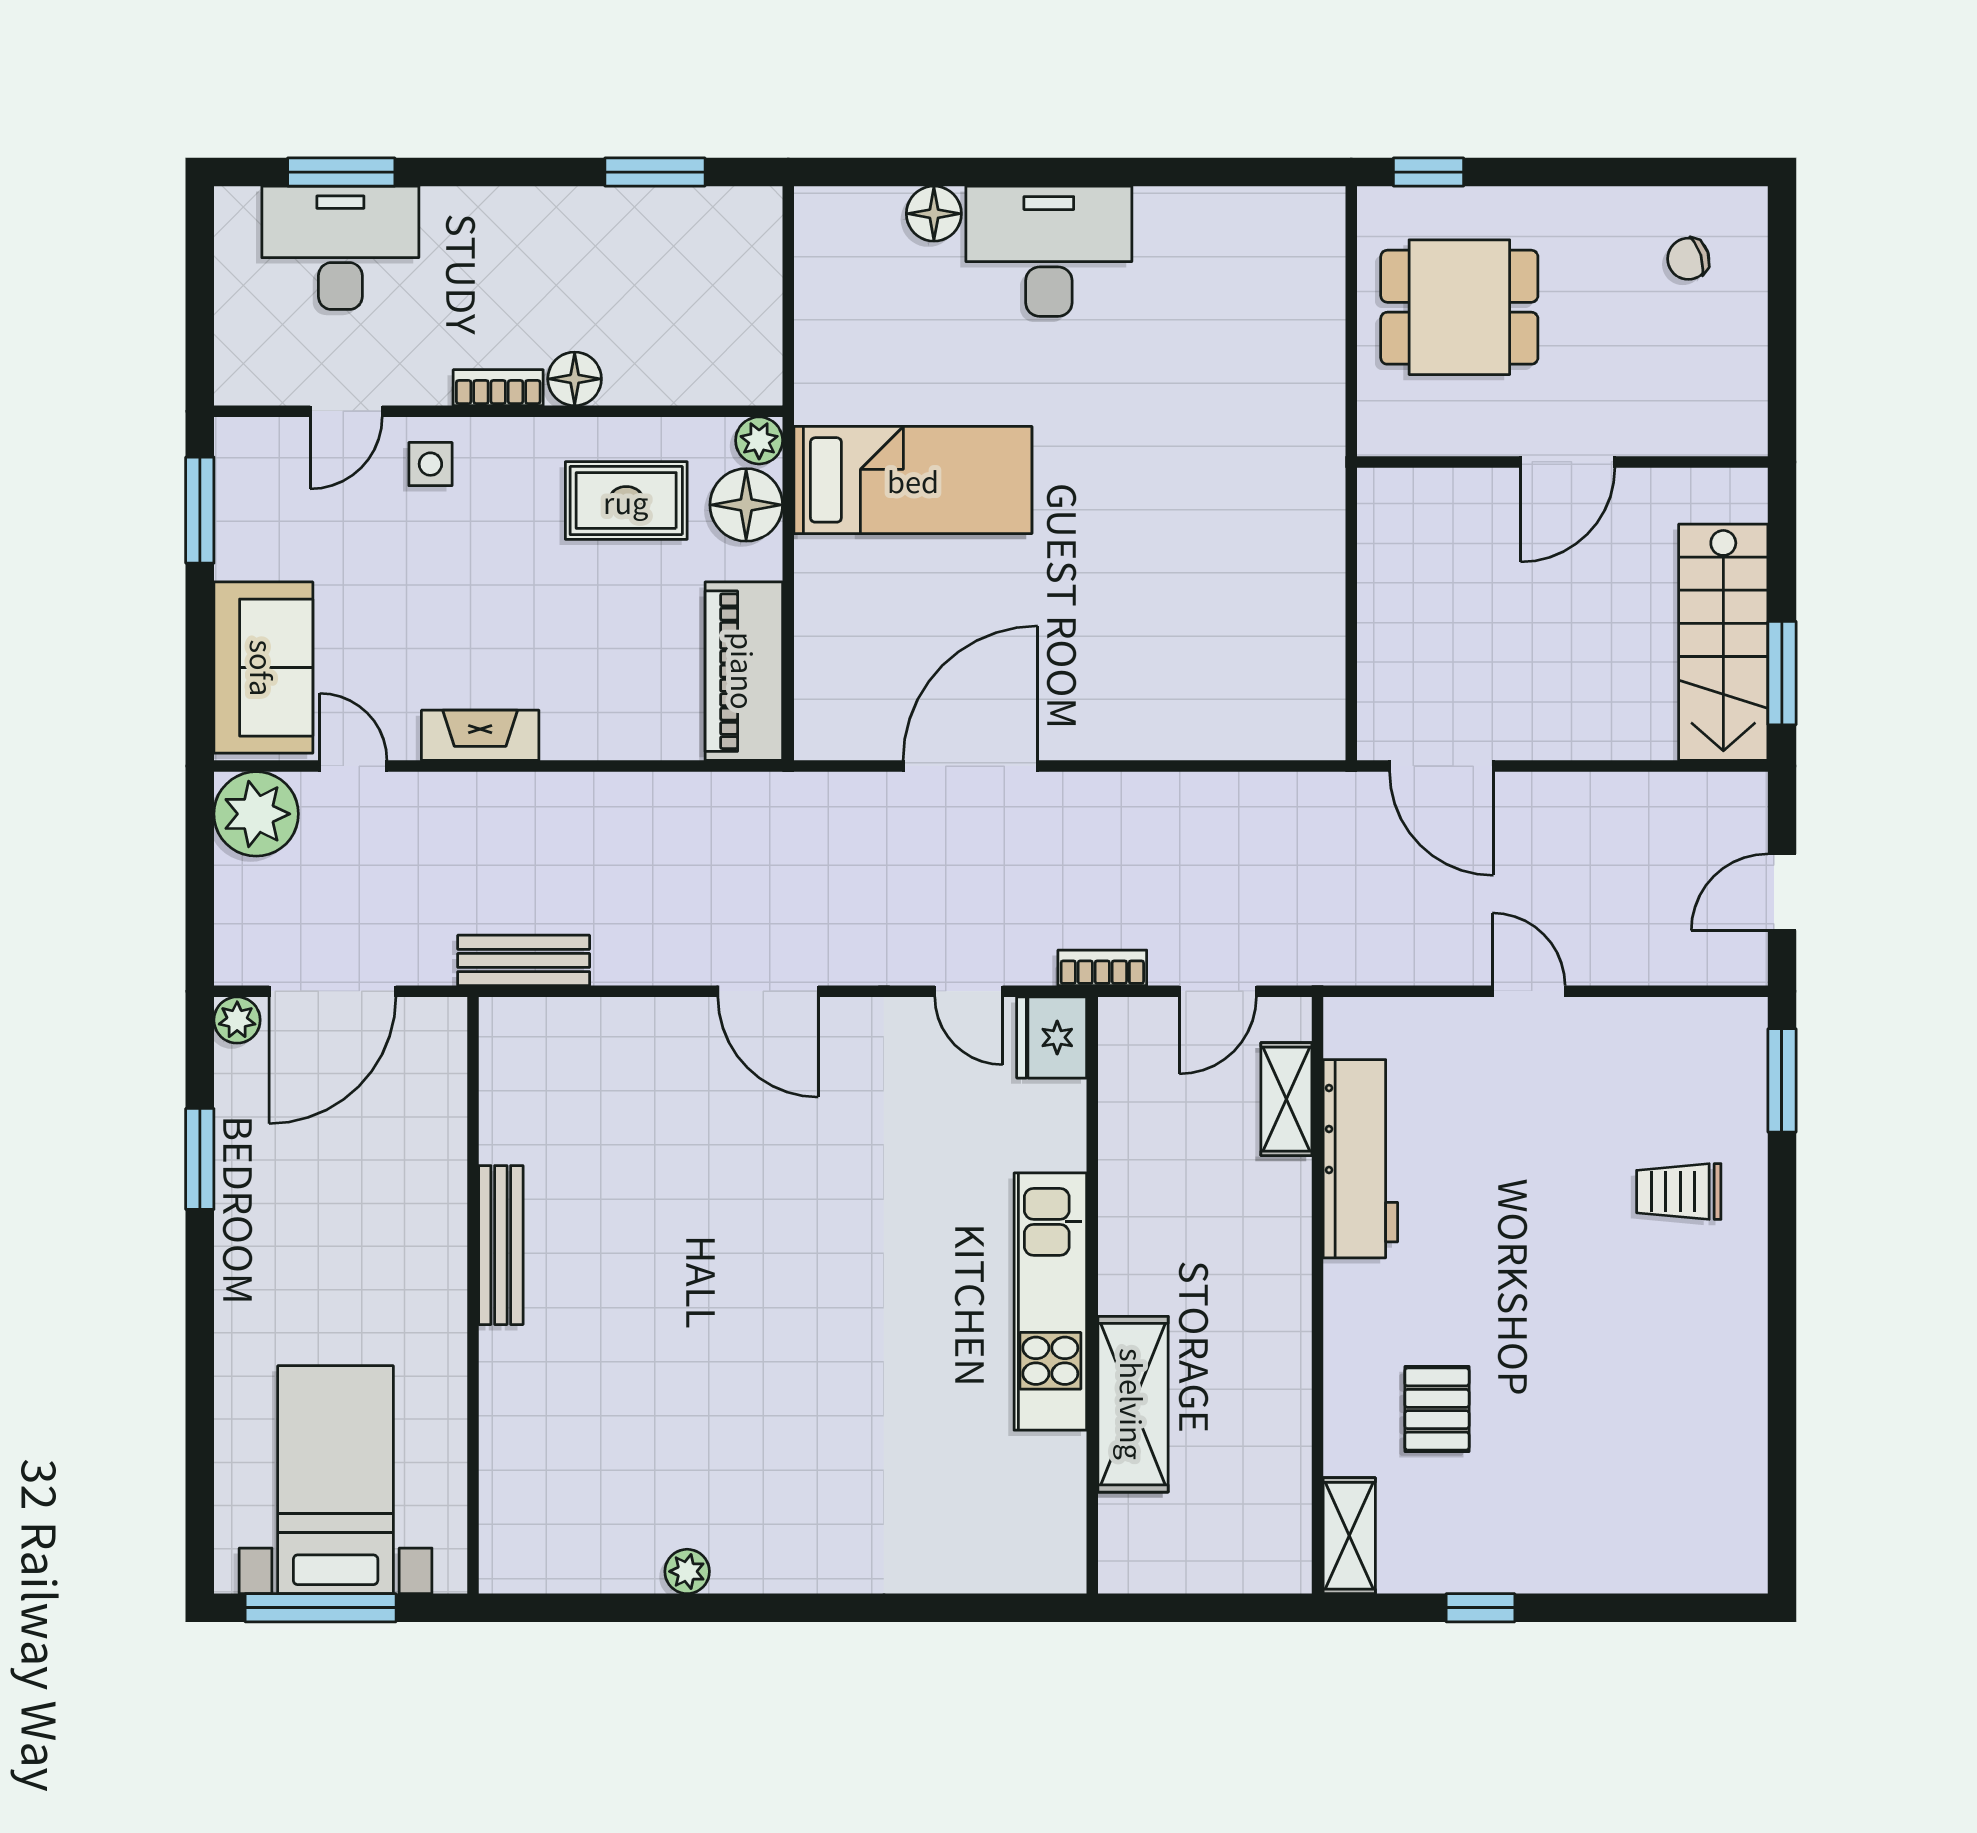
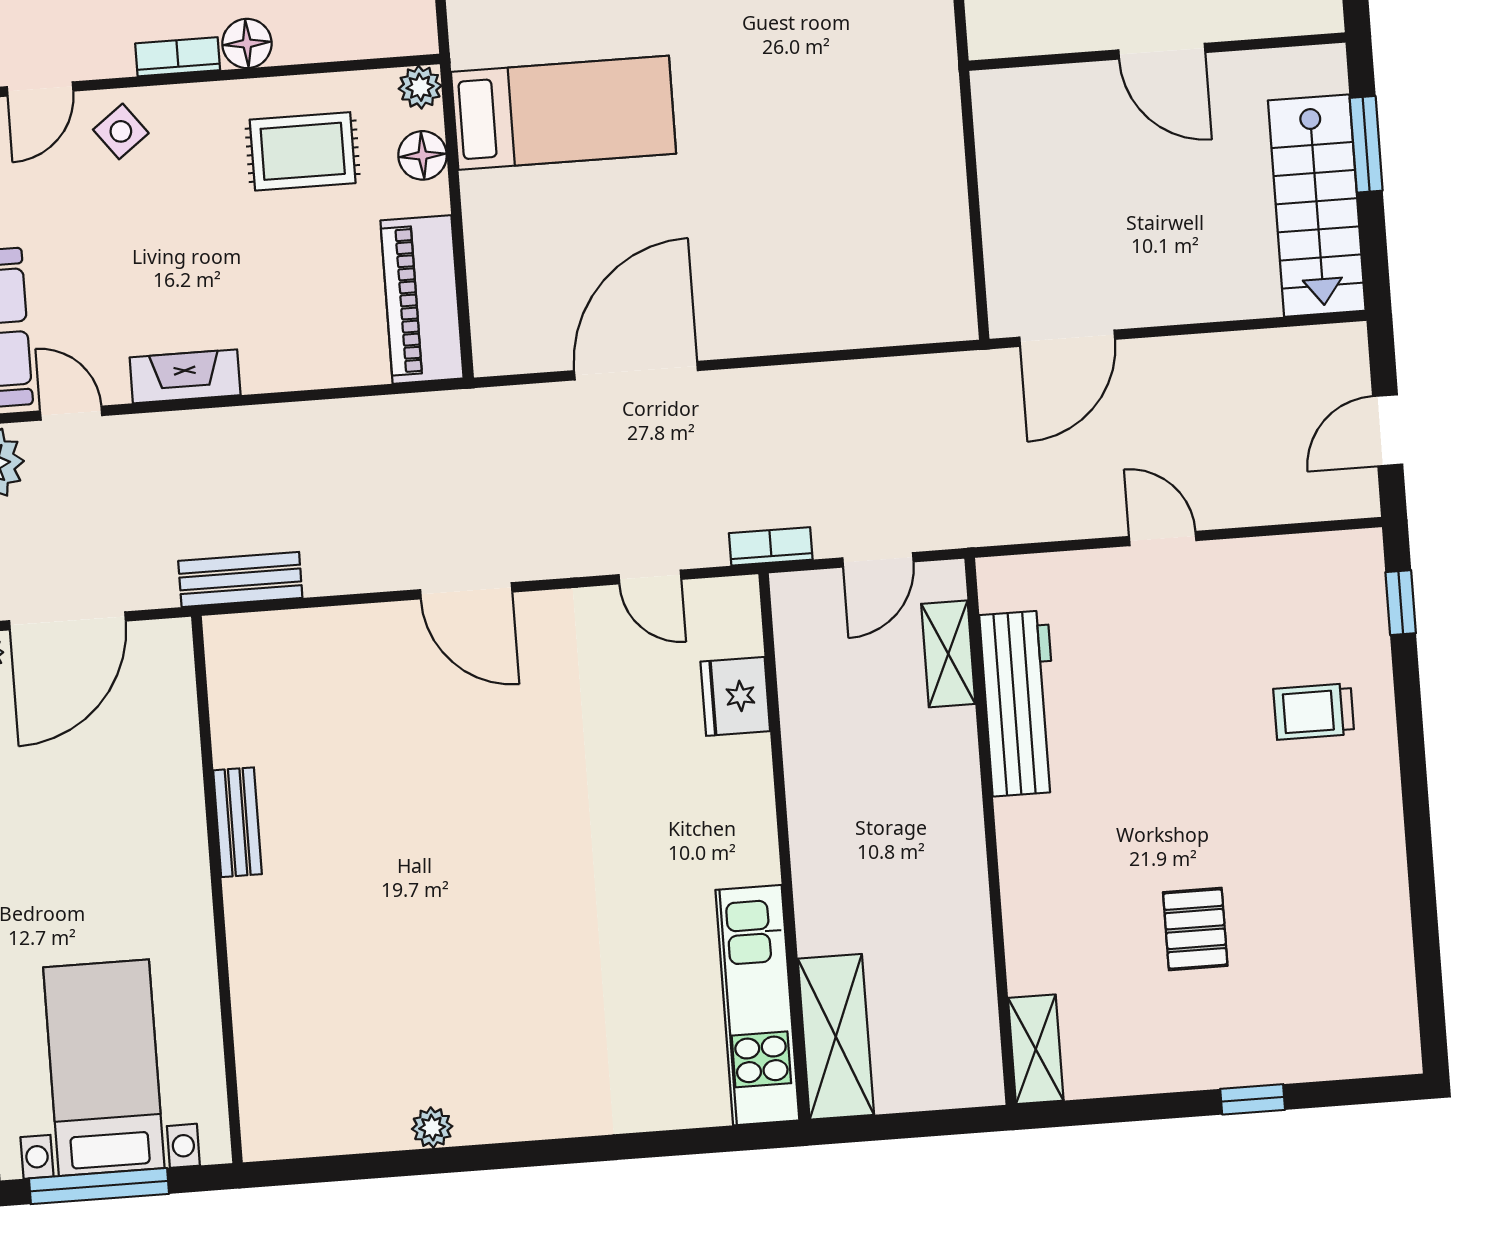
door: (1568, 462) -> (1162, 51), hinge flipped
side table: (430, 464) -> (121, 131), turned -37
floor lamp: (746, 505) -> (423, 155), width x0.73, depth x0.73
window: (1782, 673) -> (1366, 144), moved
door: (1442, 766) -> (1067, 338), hinge flipped
fridge: (1052, 1037) -> (735, 696), moved
window: (1782, 1080) -> (1401, 603), width x0.67
bench: (501, 1245) -> (238, 822), width x0.73
kitchen unit: (1050, 1302) -> (757, 1005), moved
shelving: (1133, 1404) -> (836, 1037), moved
pallet: (1437, 1409) -> (1195, 929), moved
window: (1480, 1608) -> (1253, 1099), moved

